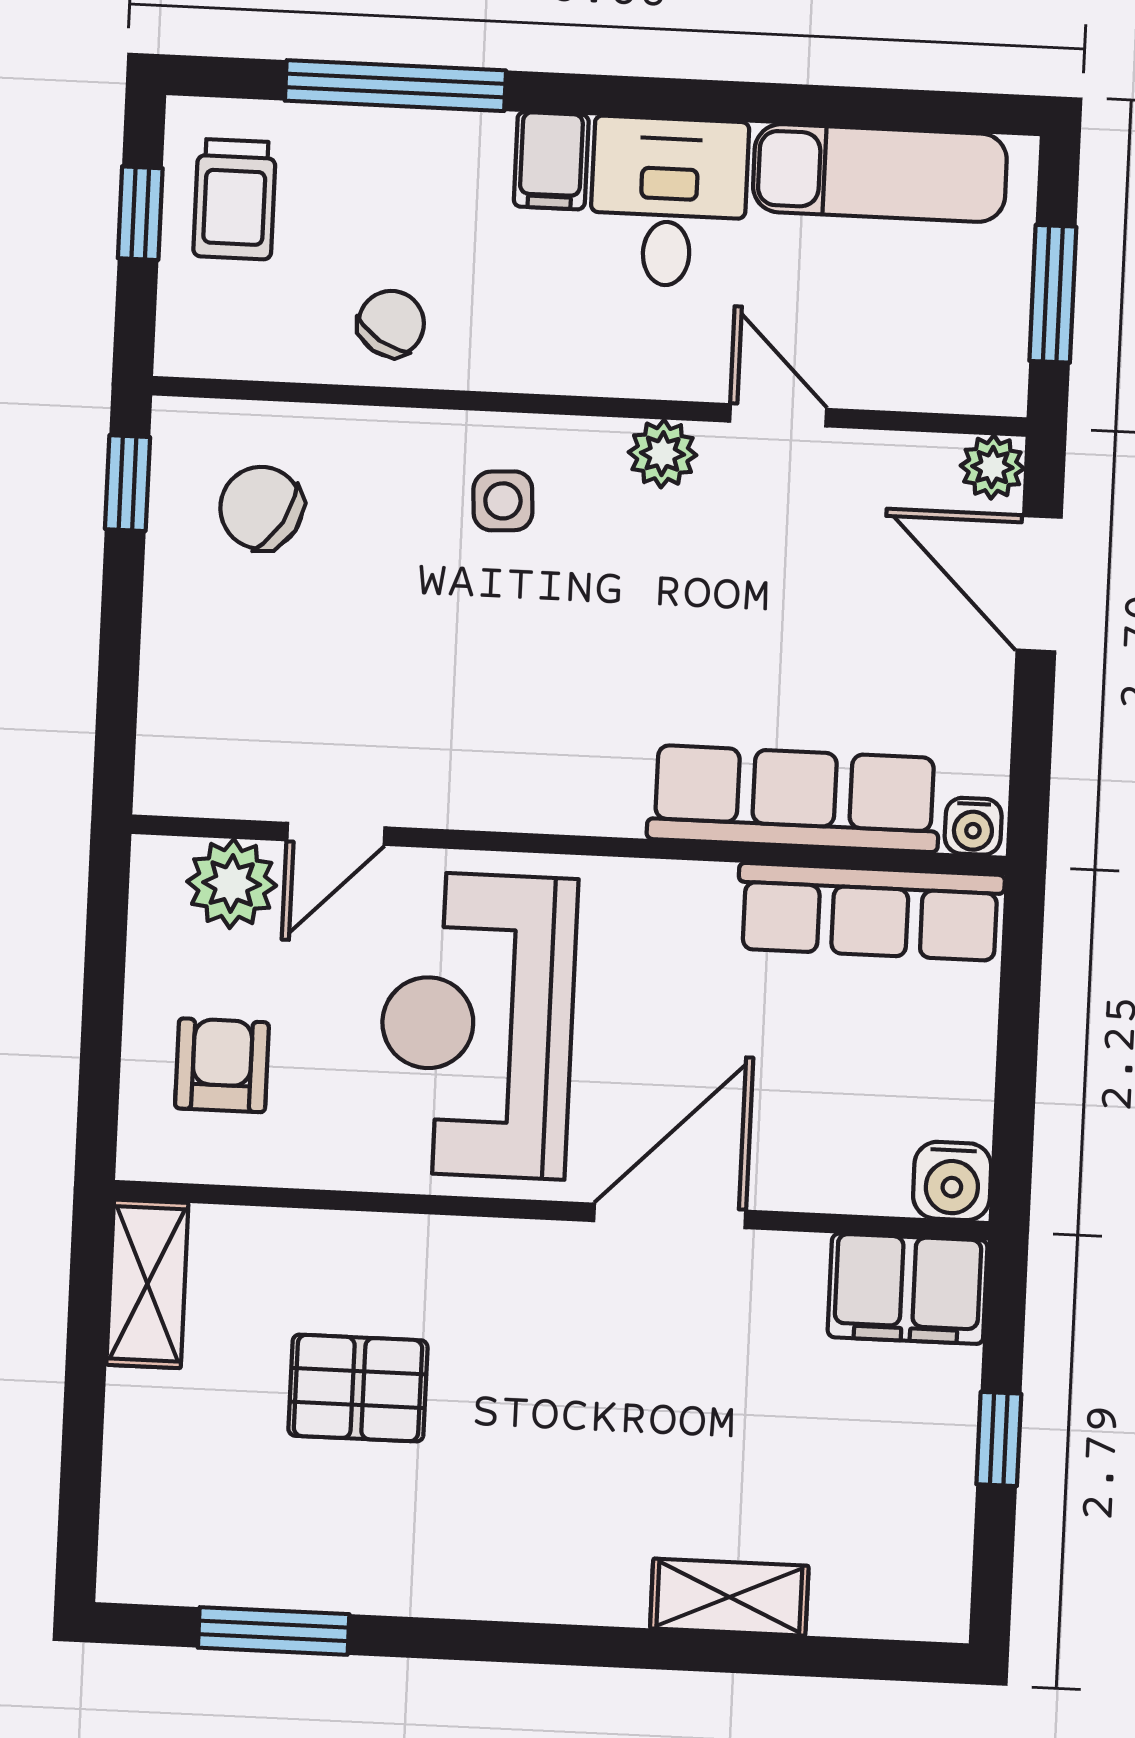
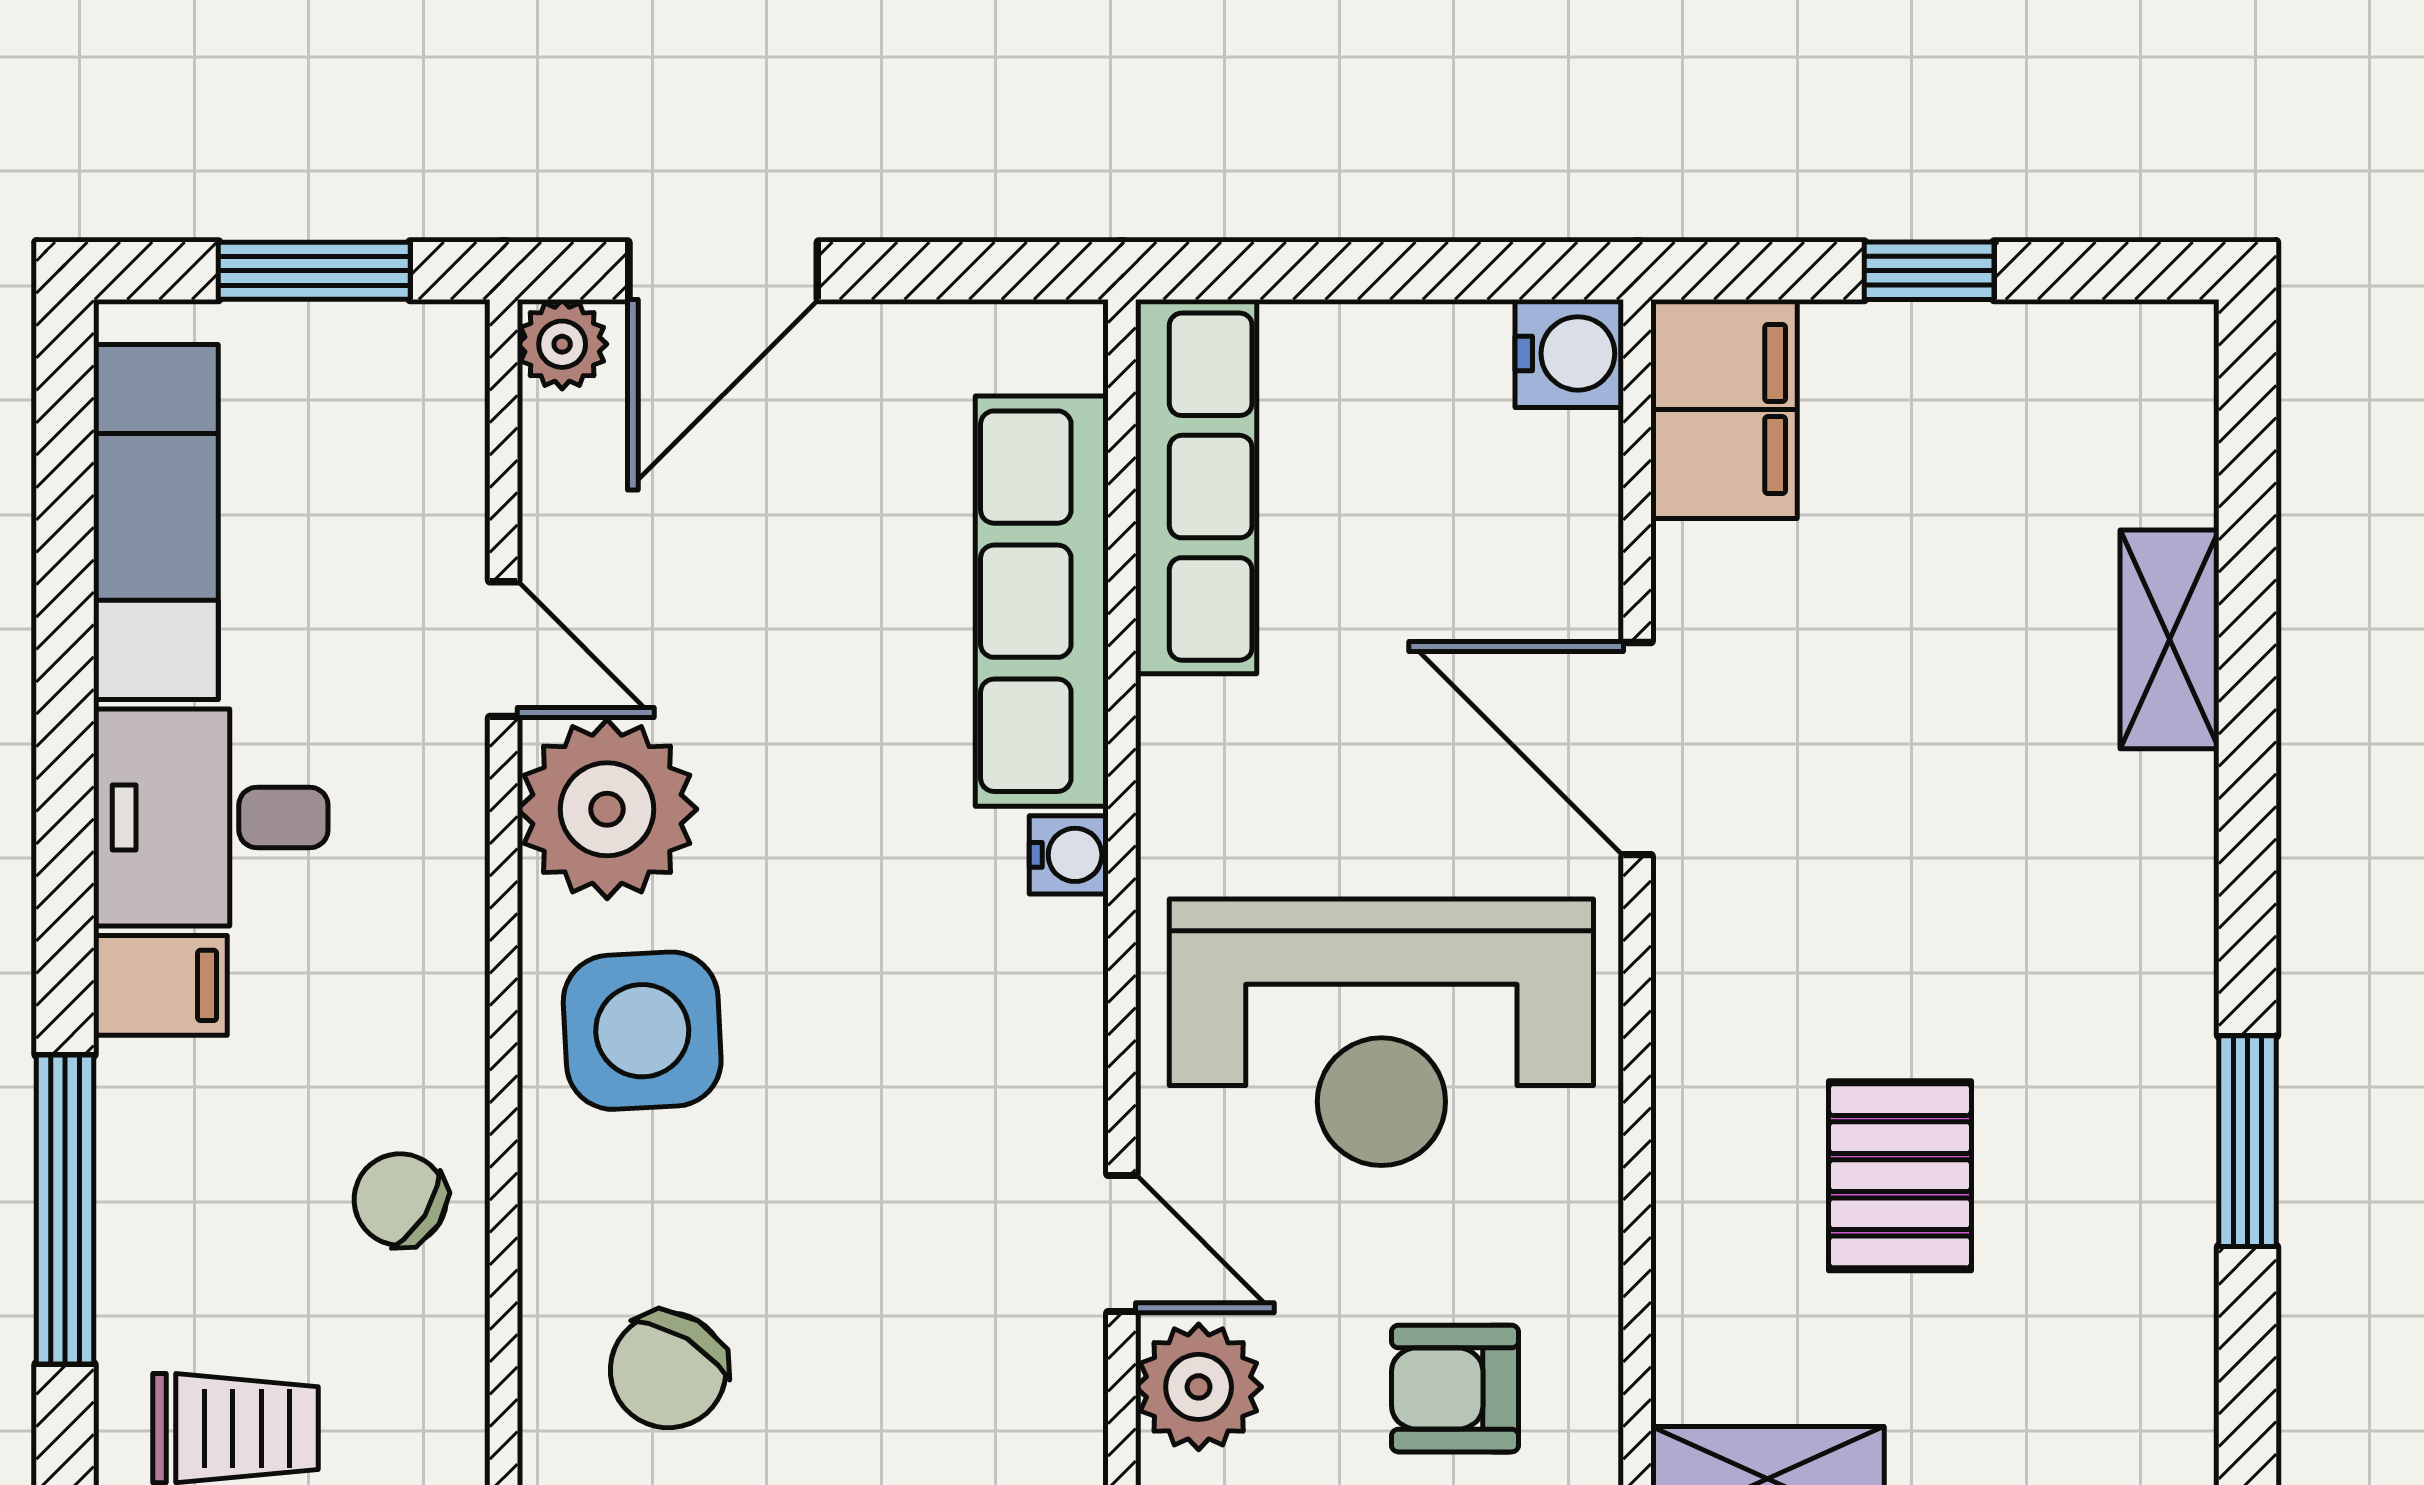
door: (778, 415) -> (504, 649), swing flipped
plant: (663, 454) -> (607, 809), width x1.88, depth x1.88
side table: (503, 501) -> (642, 1031), width x1.87, depth x1.87
water cooler: (973, 826) -> (1069, 855), moved
window: (274, 1631) -> (2247, 1141), moved

